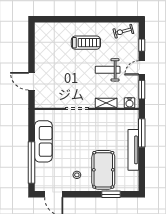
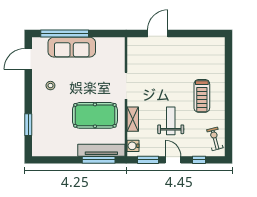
sofa: (43, 141) -> (72, 47), moved
tv unit: (133, 150) -> (101, 150), moved
pool table: (103, 170) -> (95, 115), moved

